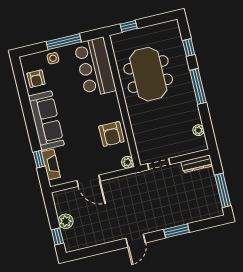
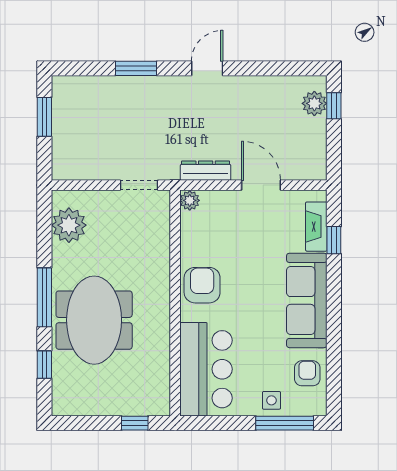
window: (64, 42) -> (285, 423), moved
meeting table: (148, 74) -> (94, 320), moved
plant: (198, 130) -> (69, 225), width x1.88, depth x1.88
armchair: (111, 134) -> (202, 285), moved
dresser: (197, 164) -> (206, 171), moved
window: (223, 190) -> (44, 117), width x0.69
plant: (66, 221) -> (314, 103), moved

